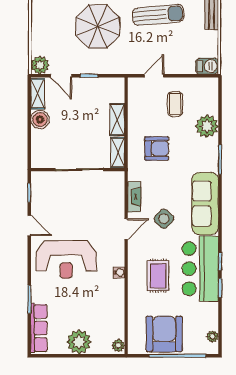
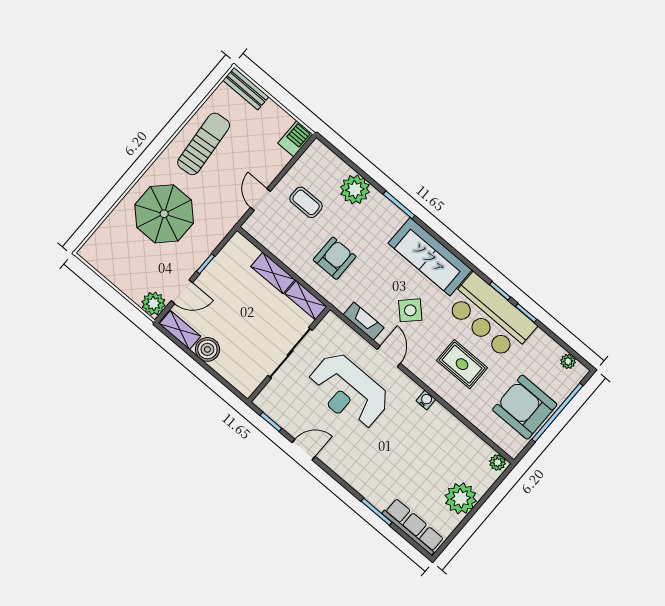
reception desk: (66, 260) -> (348, 391), moved, turned 90

